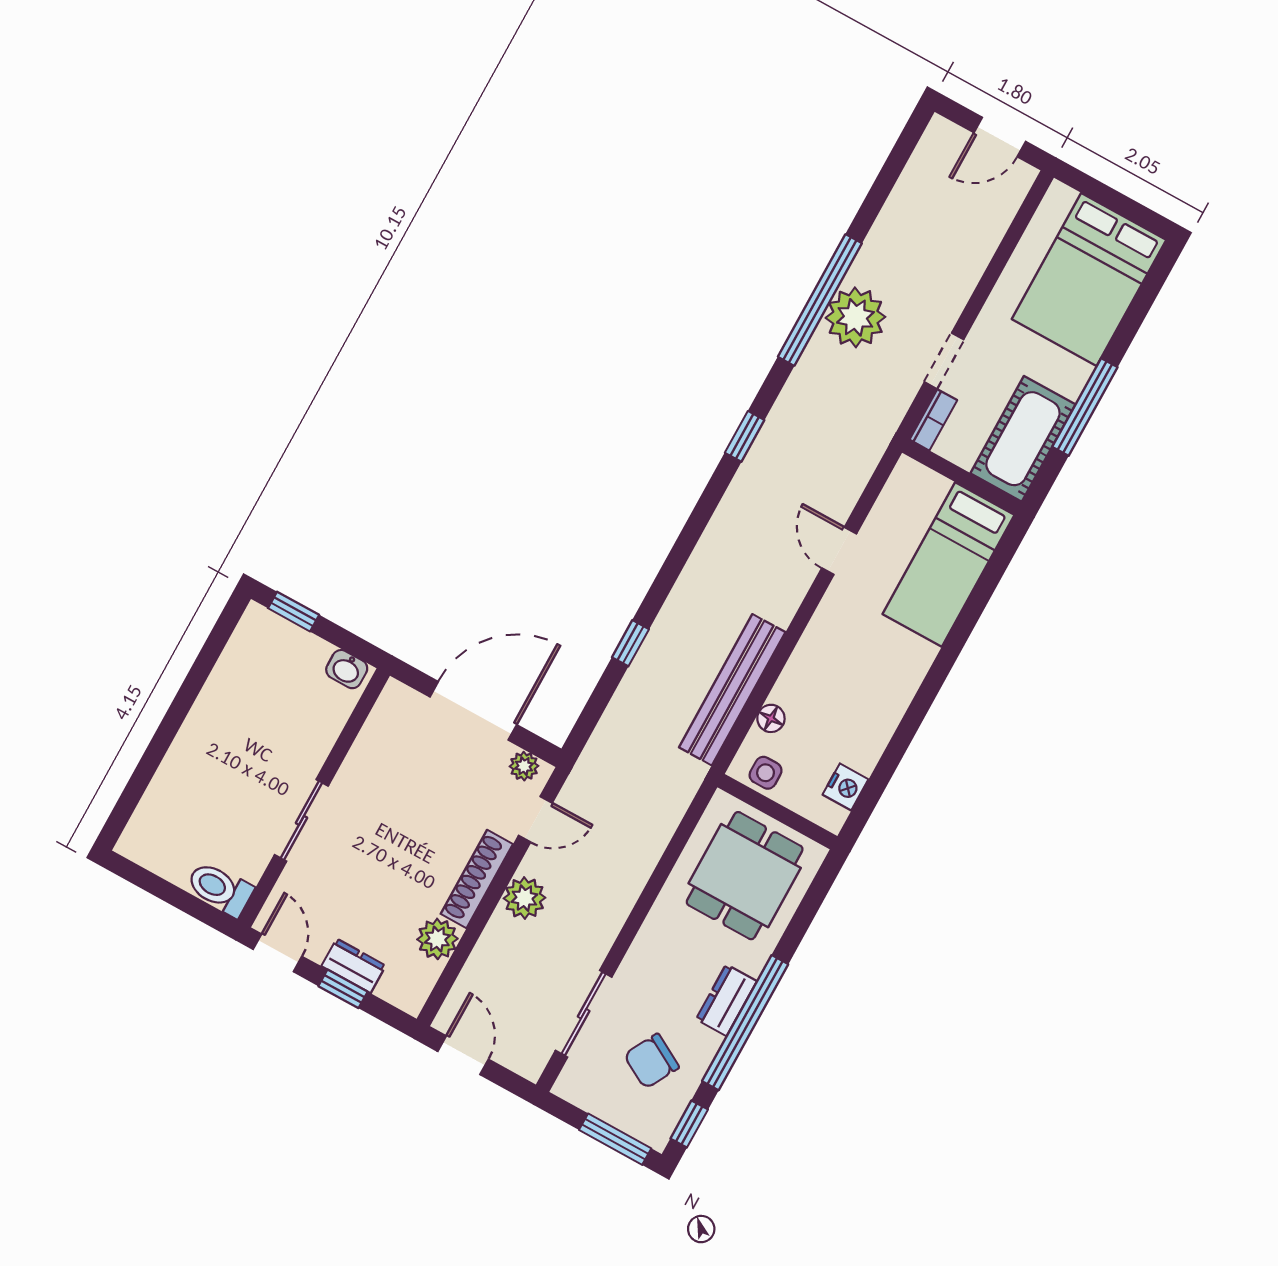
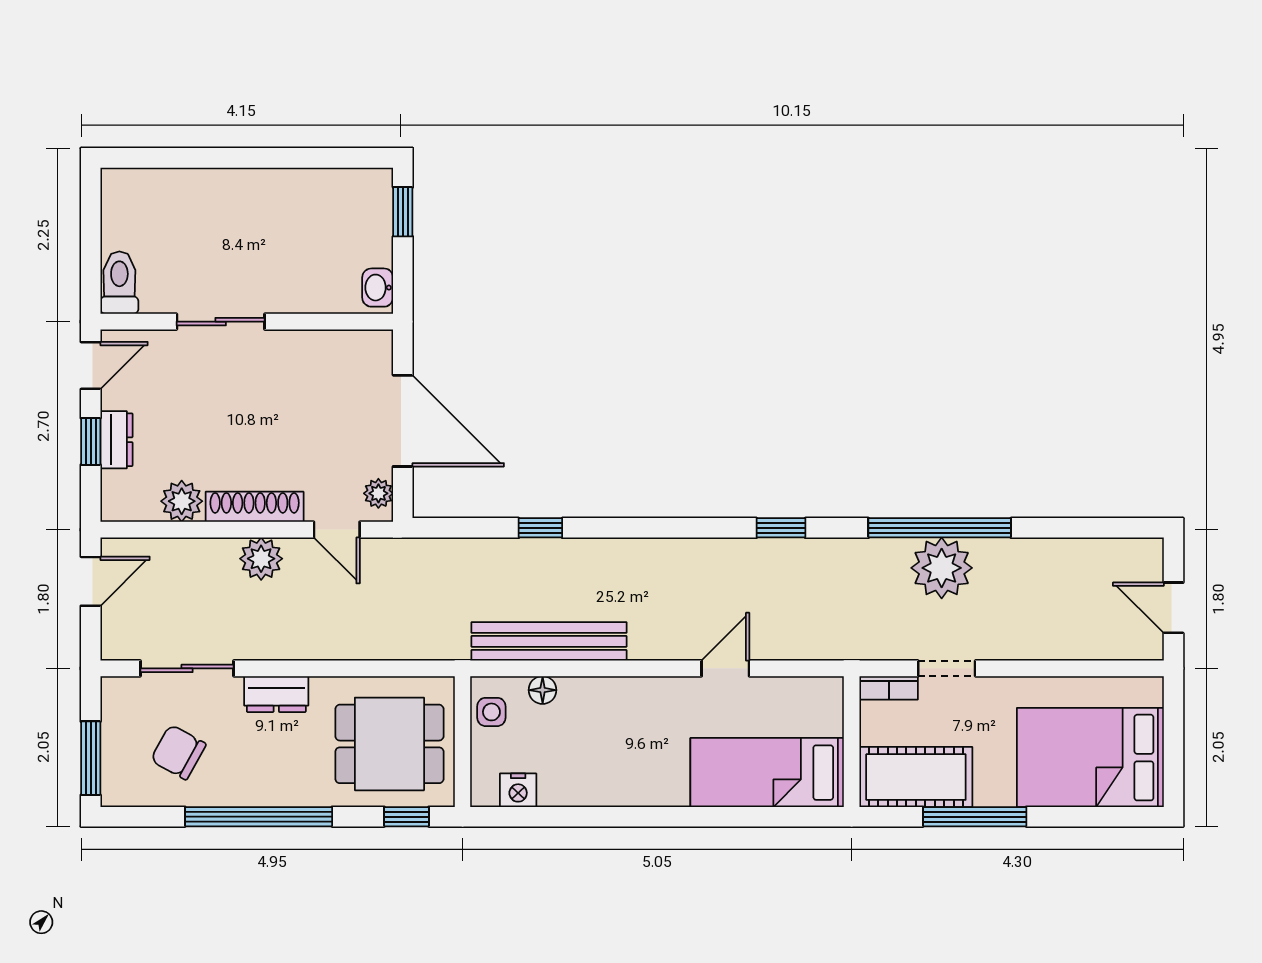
dresser: (726, 1000) -> (276, 694), moved, turned 180
window: (689, 1124) -> (407, 817), moved

